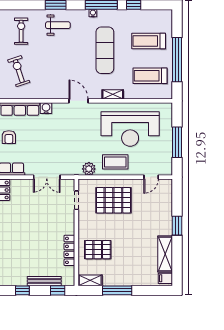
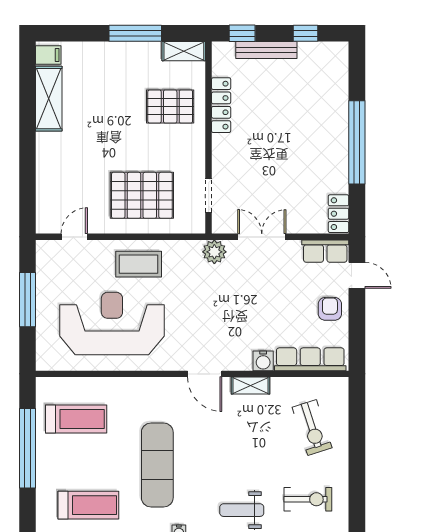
exercise bike: (21, 31) -> (308, 499), turned -90
treadmill: (149, 41) -> (88, 505), moved
shelving: (113, 94) -> (251, 385), moved
plant: (89, 169) -> (214, 252), moved
window: (177, 226) -> (28, 150), removed

